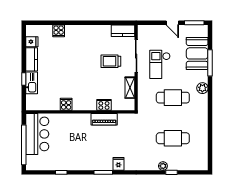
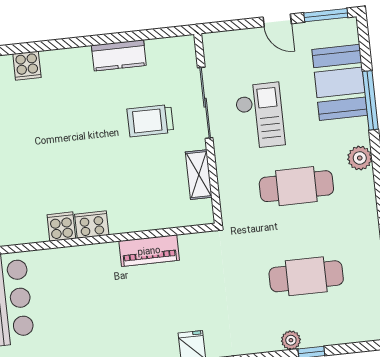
kitchen counter: (123, 31) -> (119, 55), moved
checkout: (160, 64) -> (260, 116), turned 180
cooker: (104, 105) -> (92, 225), moved

